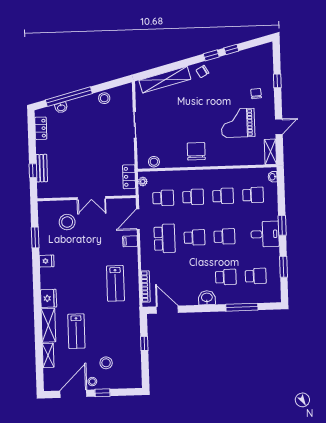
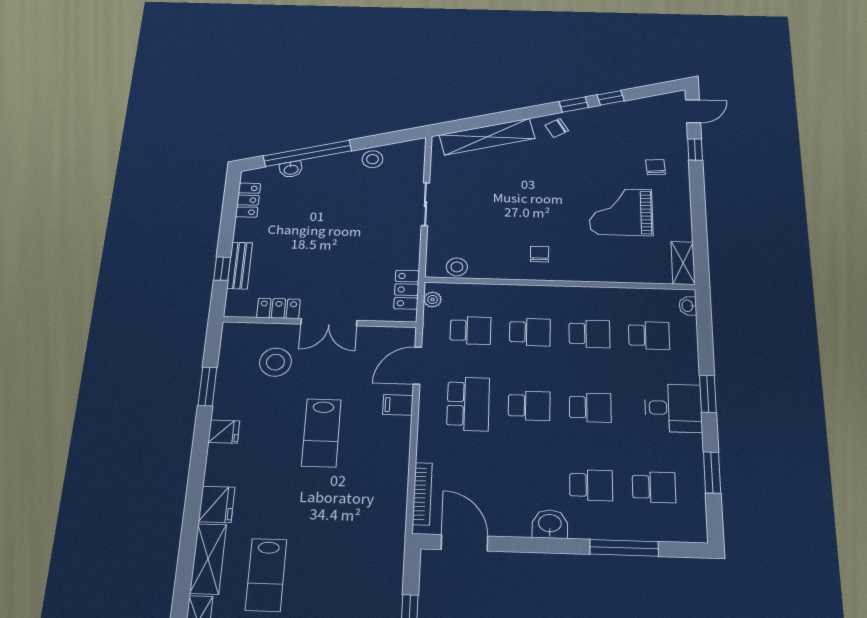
door: (279, 127) -> (693, 111), moved
chair: (196, 151) -> (540, 254), width x0.54, depth x0.54
locker: (65, 192) -> (278, 308), added
lab bench: (115, 283) -> (321, 433), moved

